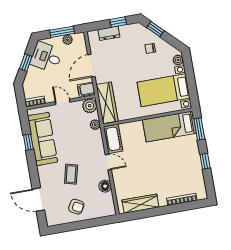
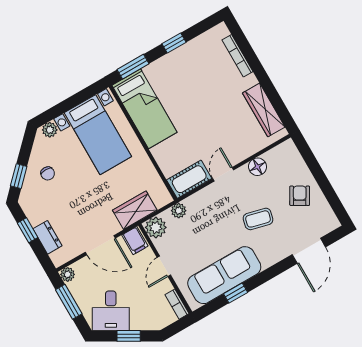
plant: (68, 40) -> (68, 274), moved
wardrobe: (107, 103) -> (135, 210), width x0.67

